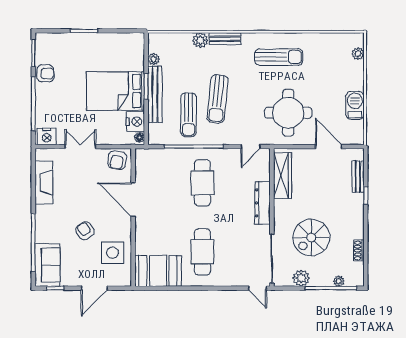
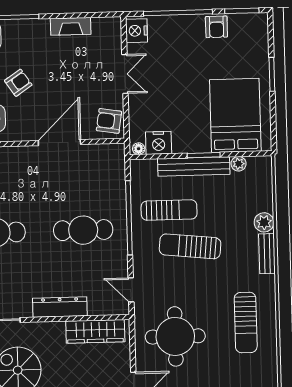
bed: (116, 91) -> (235, 115), moved
sun lounger: (189, 115) -> (169, 210), turned 180
fireplace: (44, 182) -> (71, 26), width x0.73, depth x0.76

